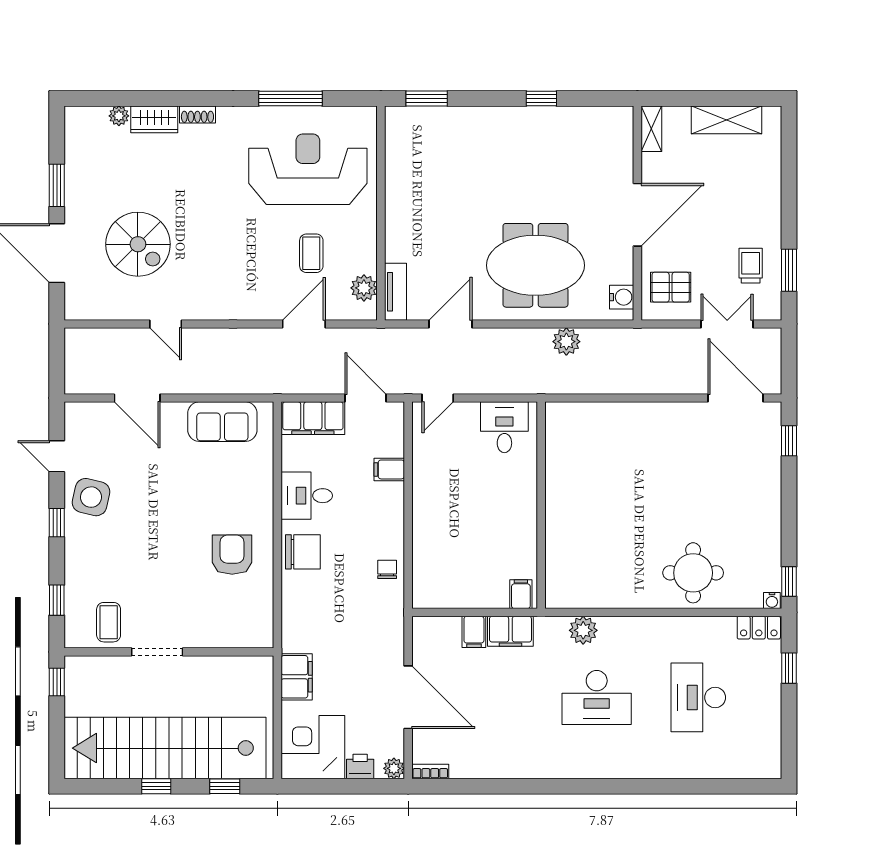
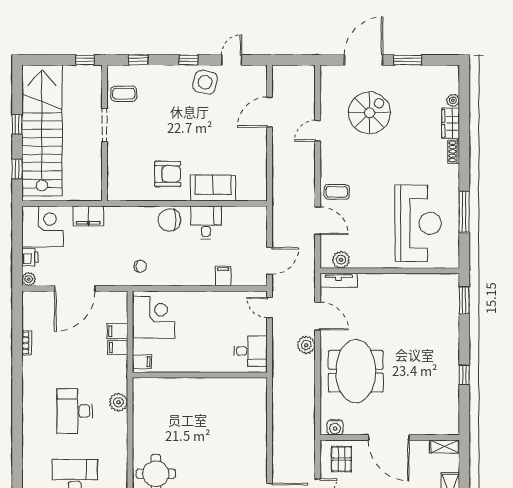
spiral stairs: (138, 244) -> (369, 113), turned 180
coffee table: (311, 253) -> (337, 192), moved
plant: (566, 342) -> (306, 345), moved
filing cabinet: (313, 418) -> (256, 226), removed
sofa: (222, 422) -> (213, 188), moved, turned 90
chair: (303, 552) -> (169, 220), turned 90
chair: (387, 569) -> (140, 266), moved
corner desk: (453, 576) -> (153, 317), added
filing cabinet: (510, 631) -> (118, 348), width x0.50
bookcase: (430, 771) -> (27, 343), moved

